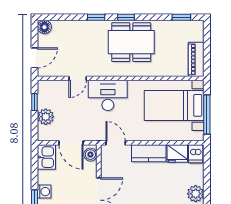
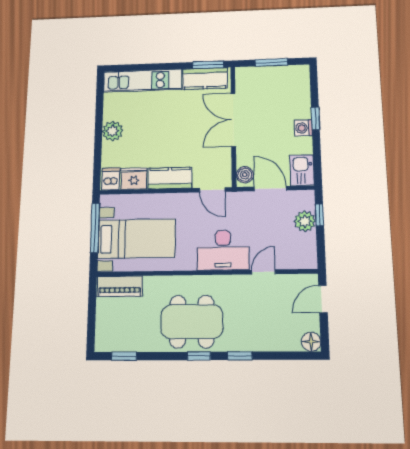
piano: (196, 59) -> (120, 286), moved, turned 90
window: (35, 102) -> (319, 215), moved

